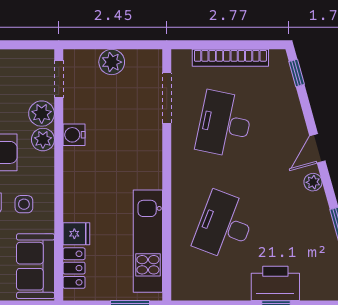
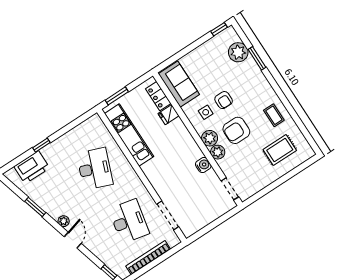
plant: (112, 62) -> (208, 215), removed
plant: (42, 114) -> (210, 138), moved
printer: (275, 283) -> (32, 167), moved

